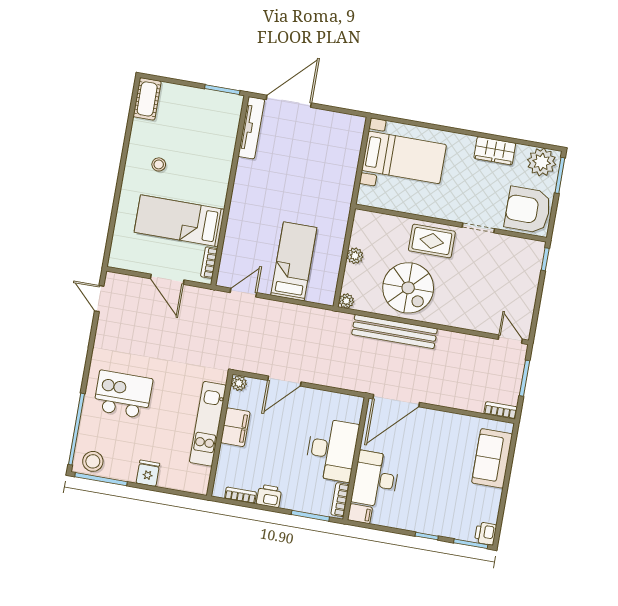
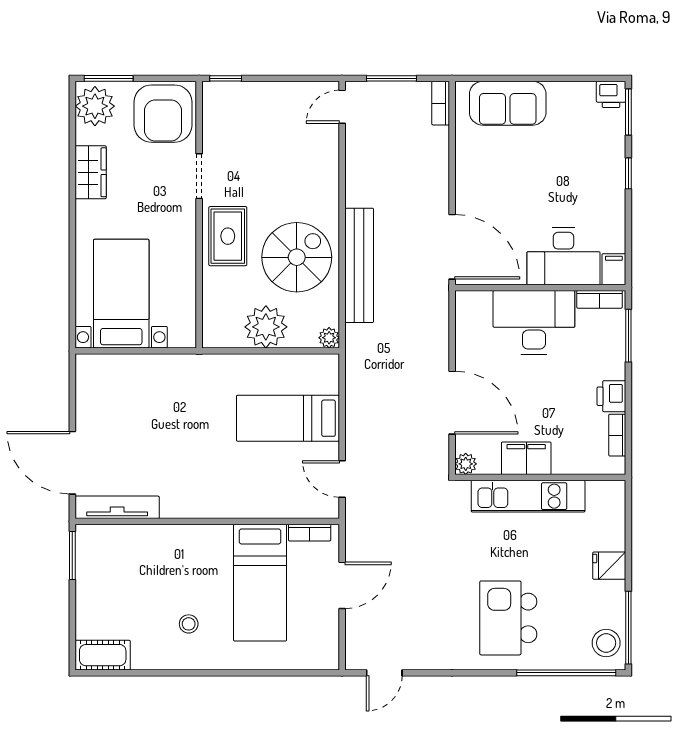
plant: (355, 256) -> (266, 327), width x1.87, depth x1.87
door: (284, 381) -> (452, 403), width x1.36

